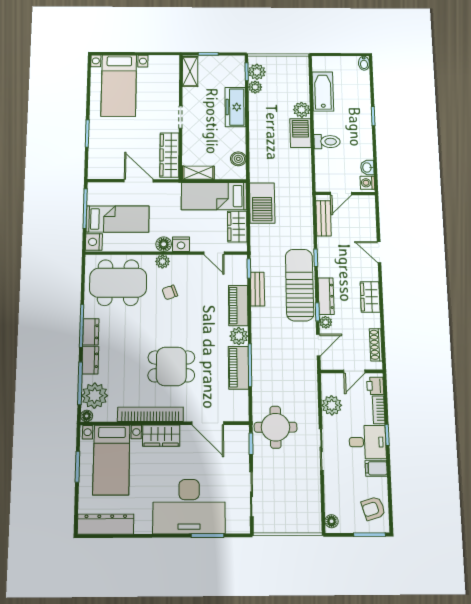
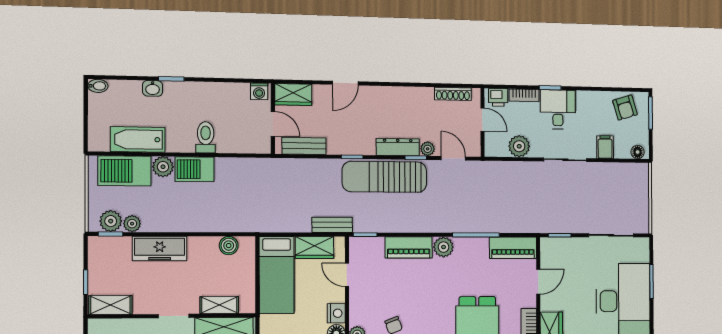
washbasin: (367, 167) -> (153, 88), moved
shelving: (198, 173) -> (219, 305), moved, turned 90
barbecue: (262, 203) -> (124, 171), moved, turned 180
door: (214, 253) -> (347, 275), swing flipped
bench: (258, 289) -> (332, 225), moved
wardrobe: (370, 297) -> (293, 94), moved
piano: (238, 368) -> (513, 248), moved
door: (208, 423) -> (538, 282), width x0.73
round table: (276, 427) -> (542, 208), removed
filing cabinet: (376, 468) -> (605, 147), moved, turned 180

